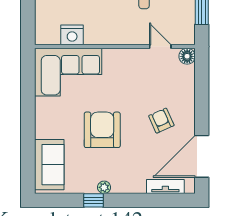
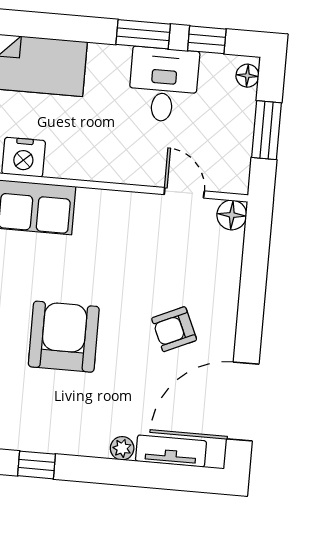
armchair: (161, 121) -> (174, 329), turned -90
plant: (104, 187) -> (122, 448), moved

